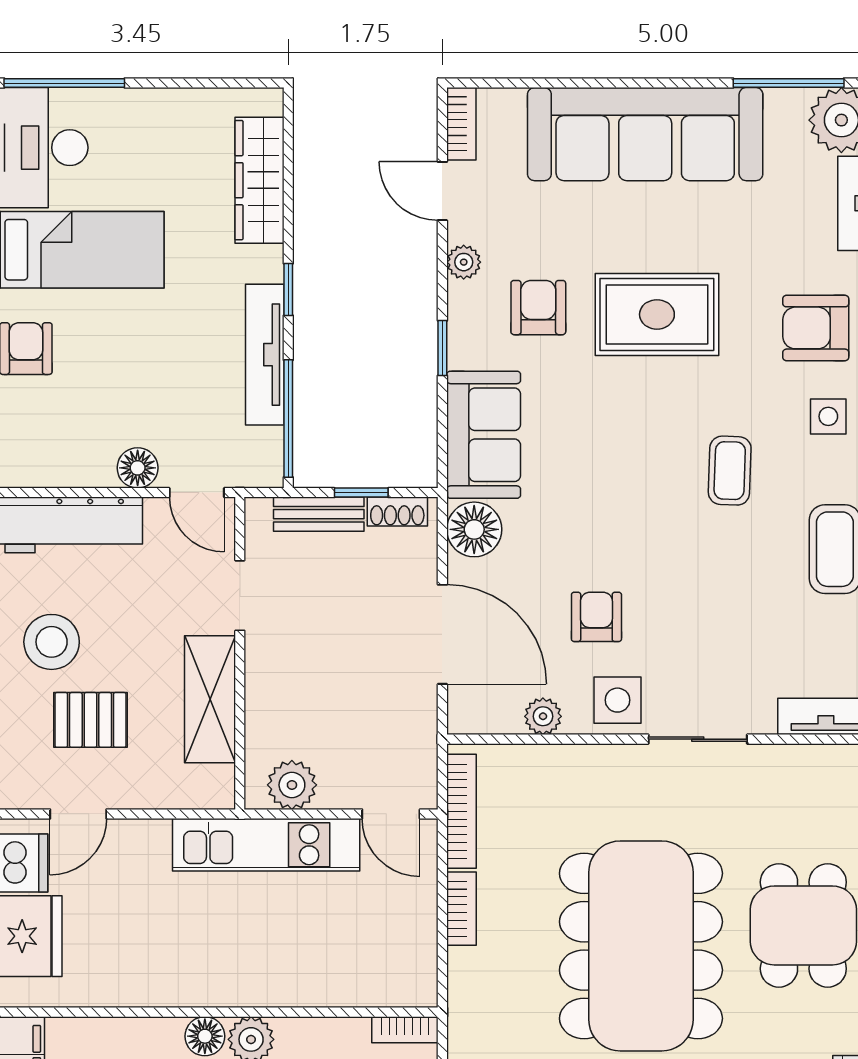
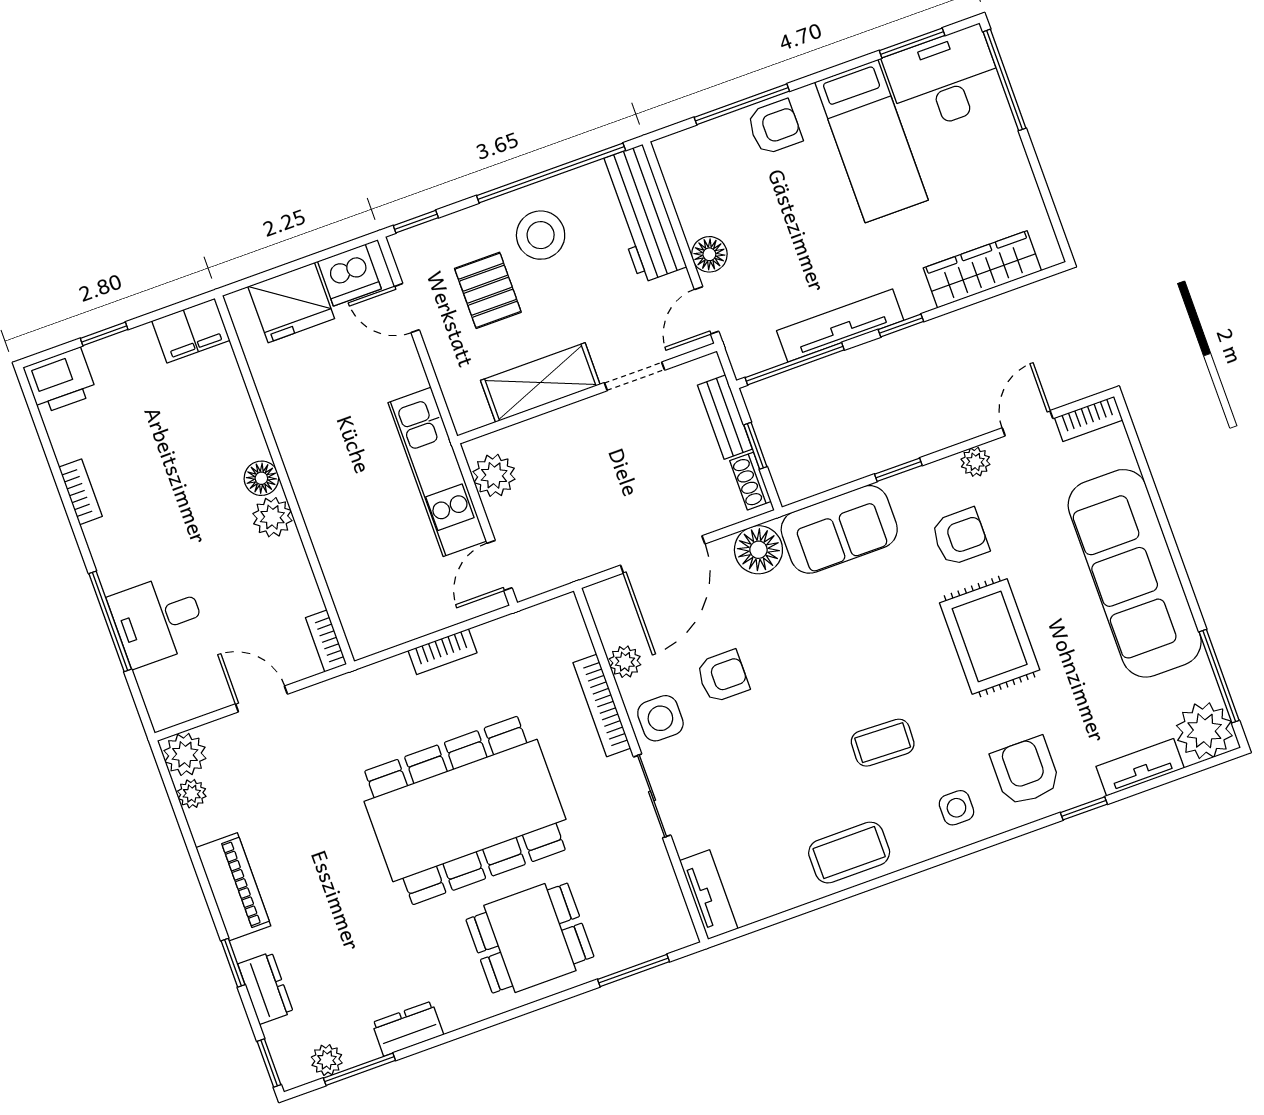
bookcase: (461, 811) -> (602, 705), moved, turned 90

